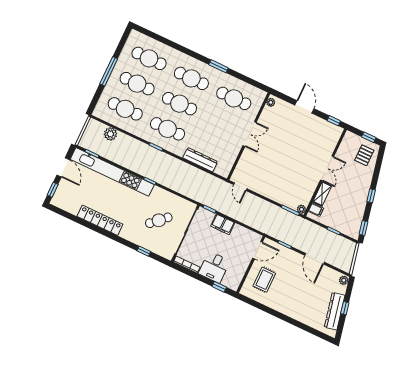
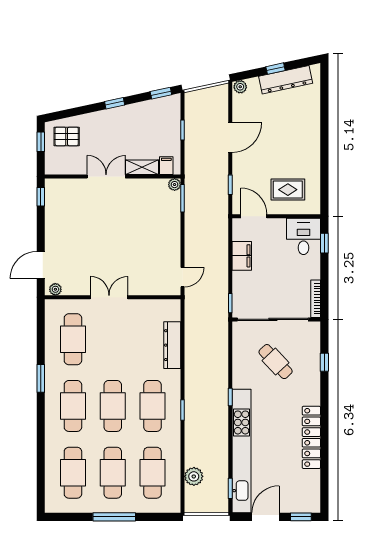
door: (304, 107) -> (41, 265), moved
filing cabinet: (223, 224) -> (242, 256), moved
desk: (214, 267) -> (303, 236), moved, turned -90

